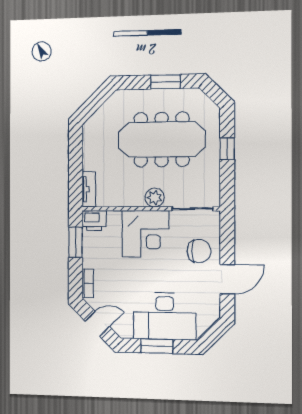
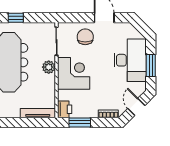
tv unit: (89, 189) -> (38, 113), width x1.41

